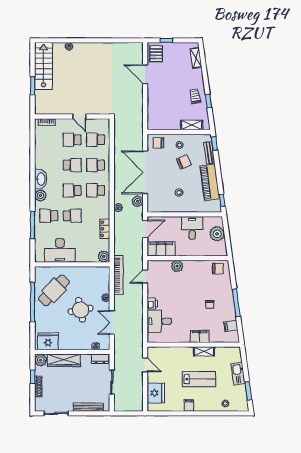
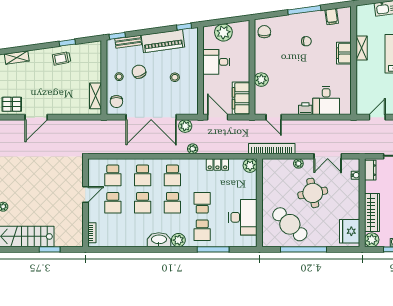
shelving: (192, 125) -> (96, 96), moved
school desk: (72, 165) -> (143, 203), turned 180

